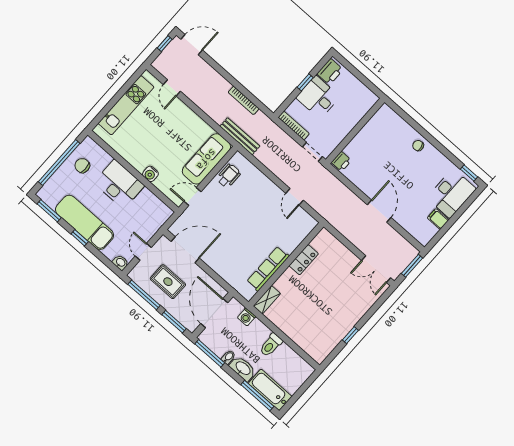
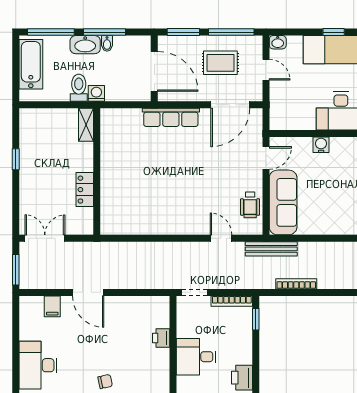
window: (305, 82) -> (256, 319), moved
desk: (318, 97) -> (196, 357), moved, turned 180
printer: (341, 161) -> (161, 338), moved
door: (295, 197) -> (221, 238), moved
filing cabinet: (438, 219) -> (52, 306), moved, turned 90
locker: (304, 260) -> (85, 190), moved
wall: (286, 264) -> (97, 172), moved
row of seats: (268, 269) -> (171, 117), moved, turned 90
shelving: (267, 300) -> (86, 125), moved
washing machine: (247, 317) -> (96, 93), moved
window: (210, 353) -> (105, 32), moved
bathtub: (270, 390) -> (31, 64), moved, turned -90

